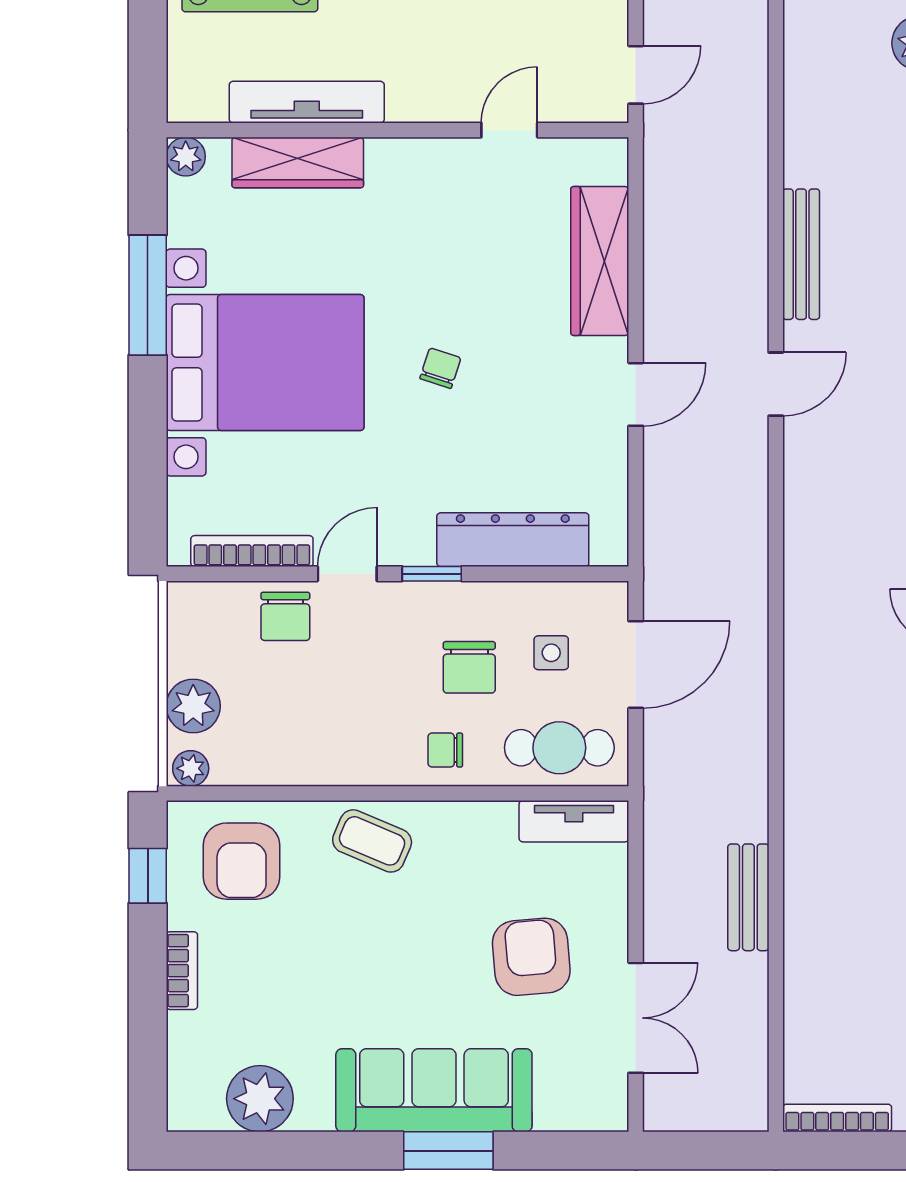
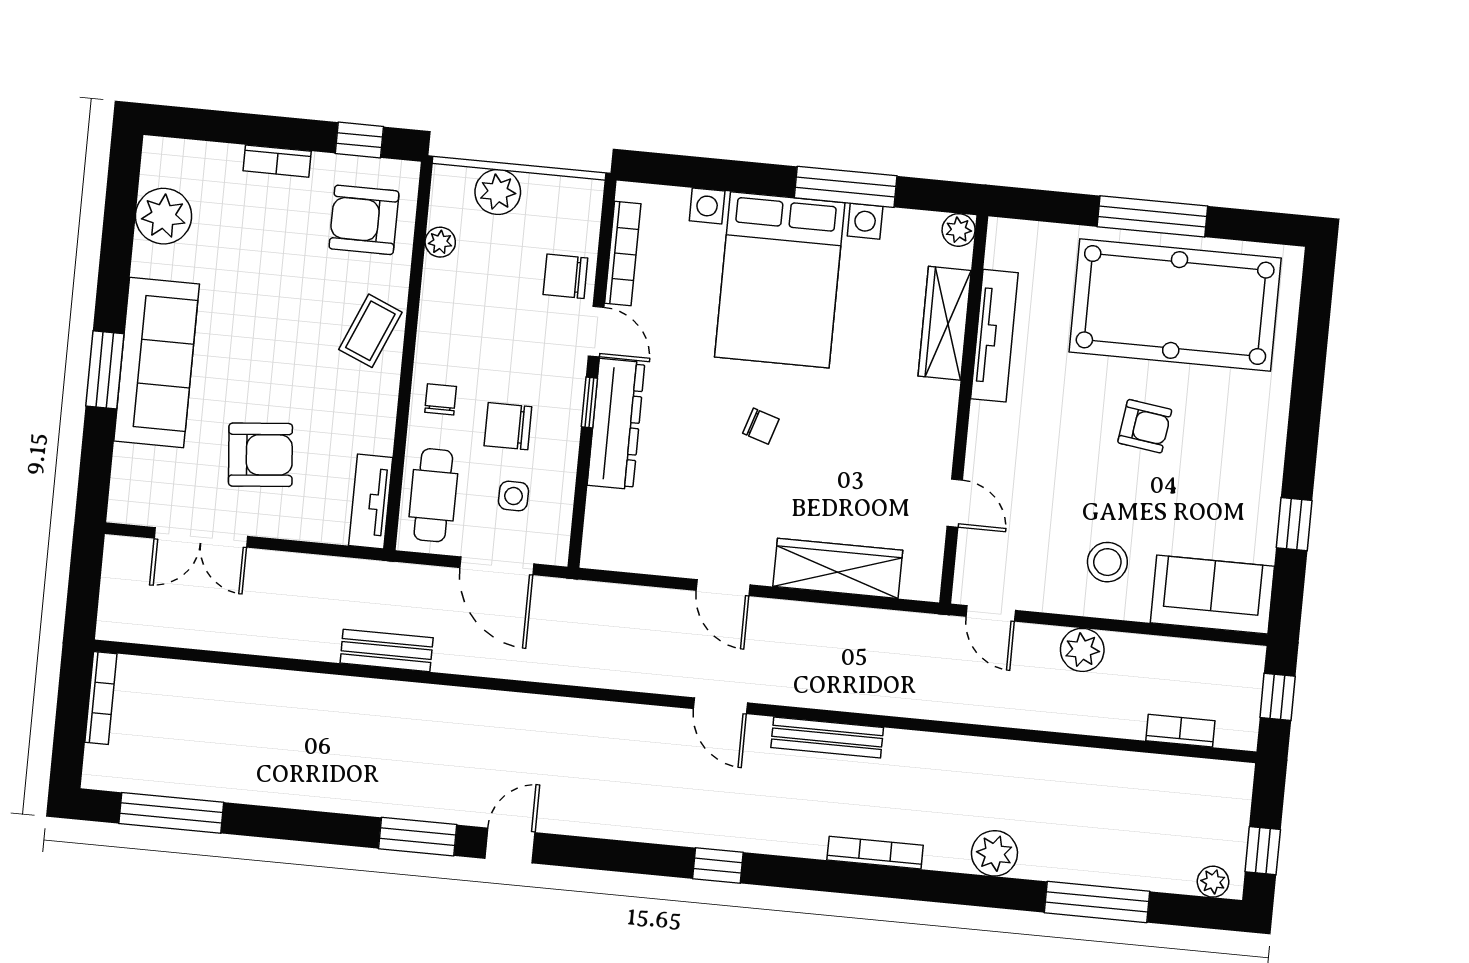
dresser: (513, 540) -> (616, 424), moved
plant: (191, 768) -> (440, 242), moved
bench: (748, 897) -> (387, 650), moved

